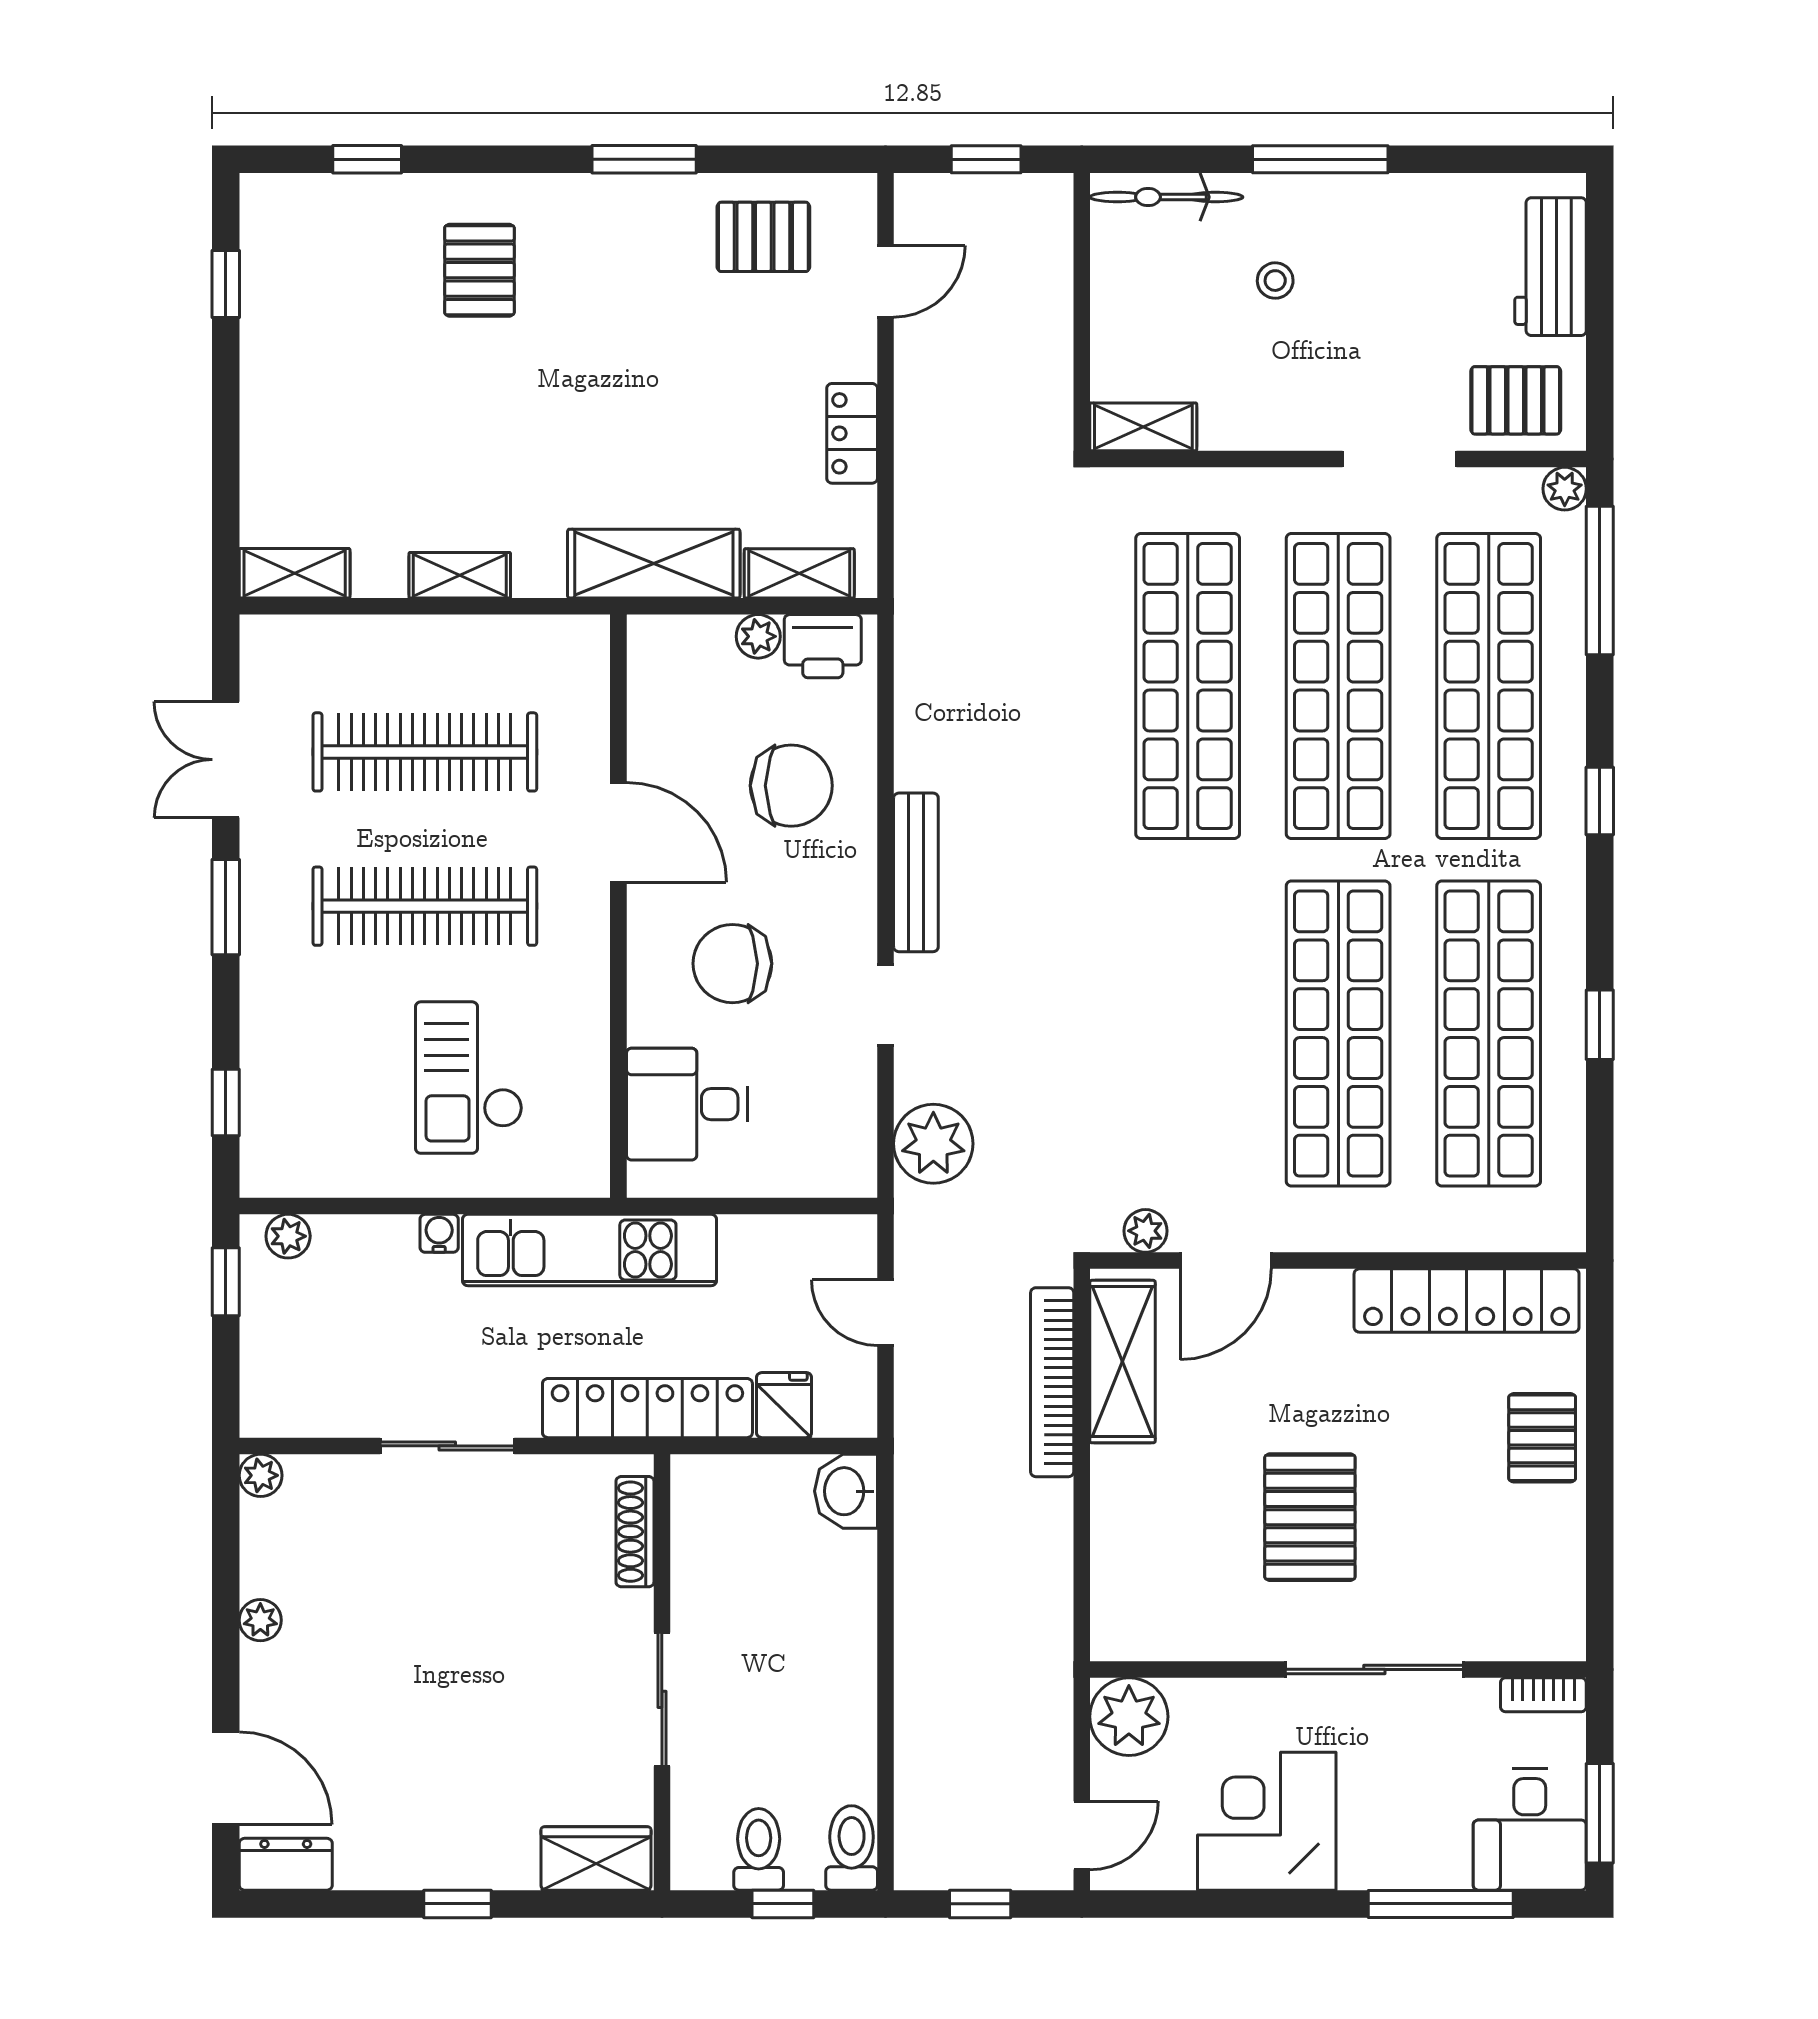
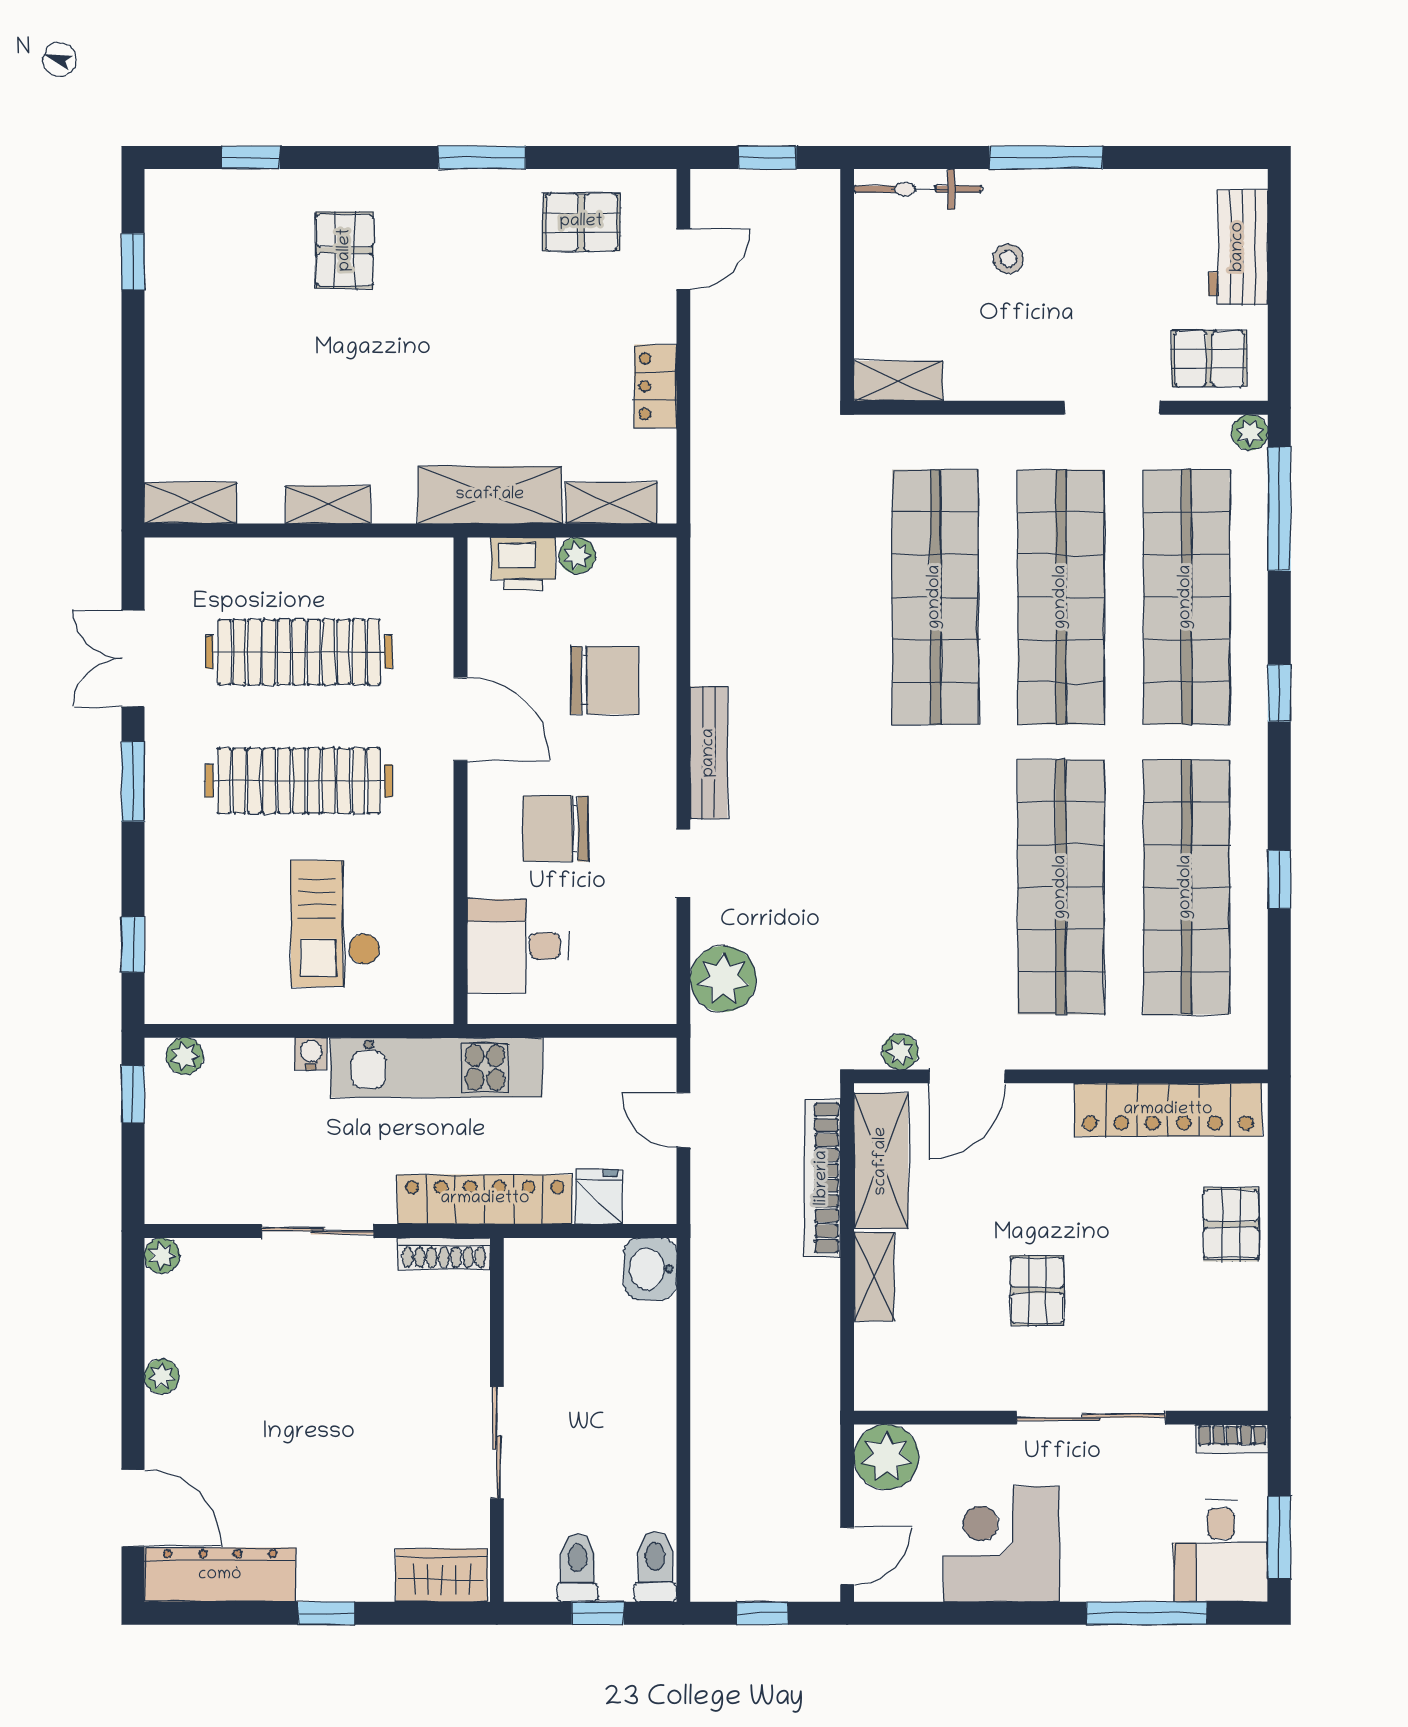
printer: (823, 646) -> (523, 564), moved
shelving: (1114, 1500) -> (874, 1277), added
pallet: (1310, 1517) -> (1037, 1290), width x0.67, depth x0.71
shoe rack: (635, 1532) -> (444, 1254), moved, turned -90
dresser: (286, 1864) -> (220, 1575), width x1.96, depth x1.24

